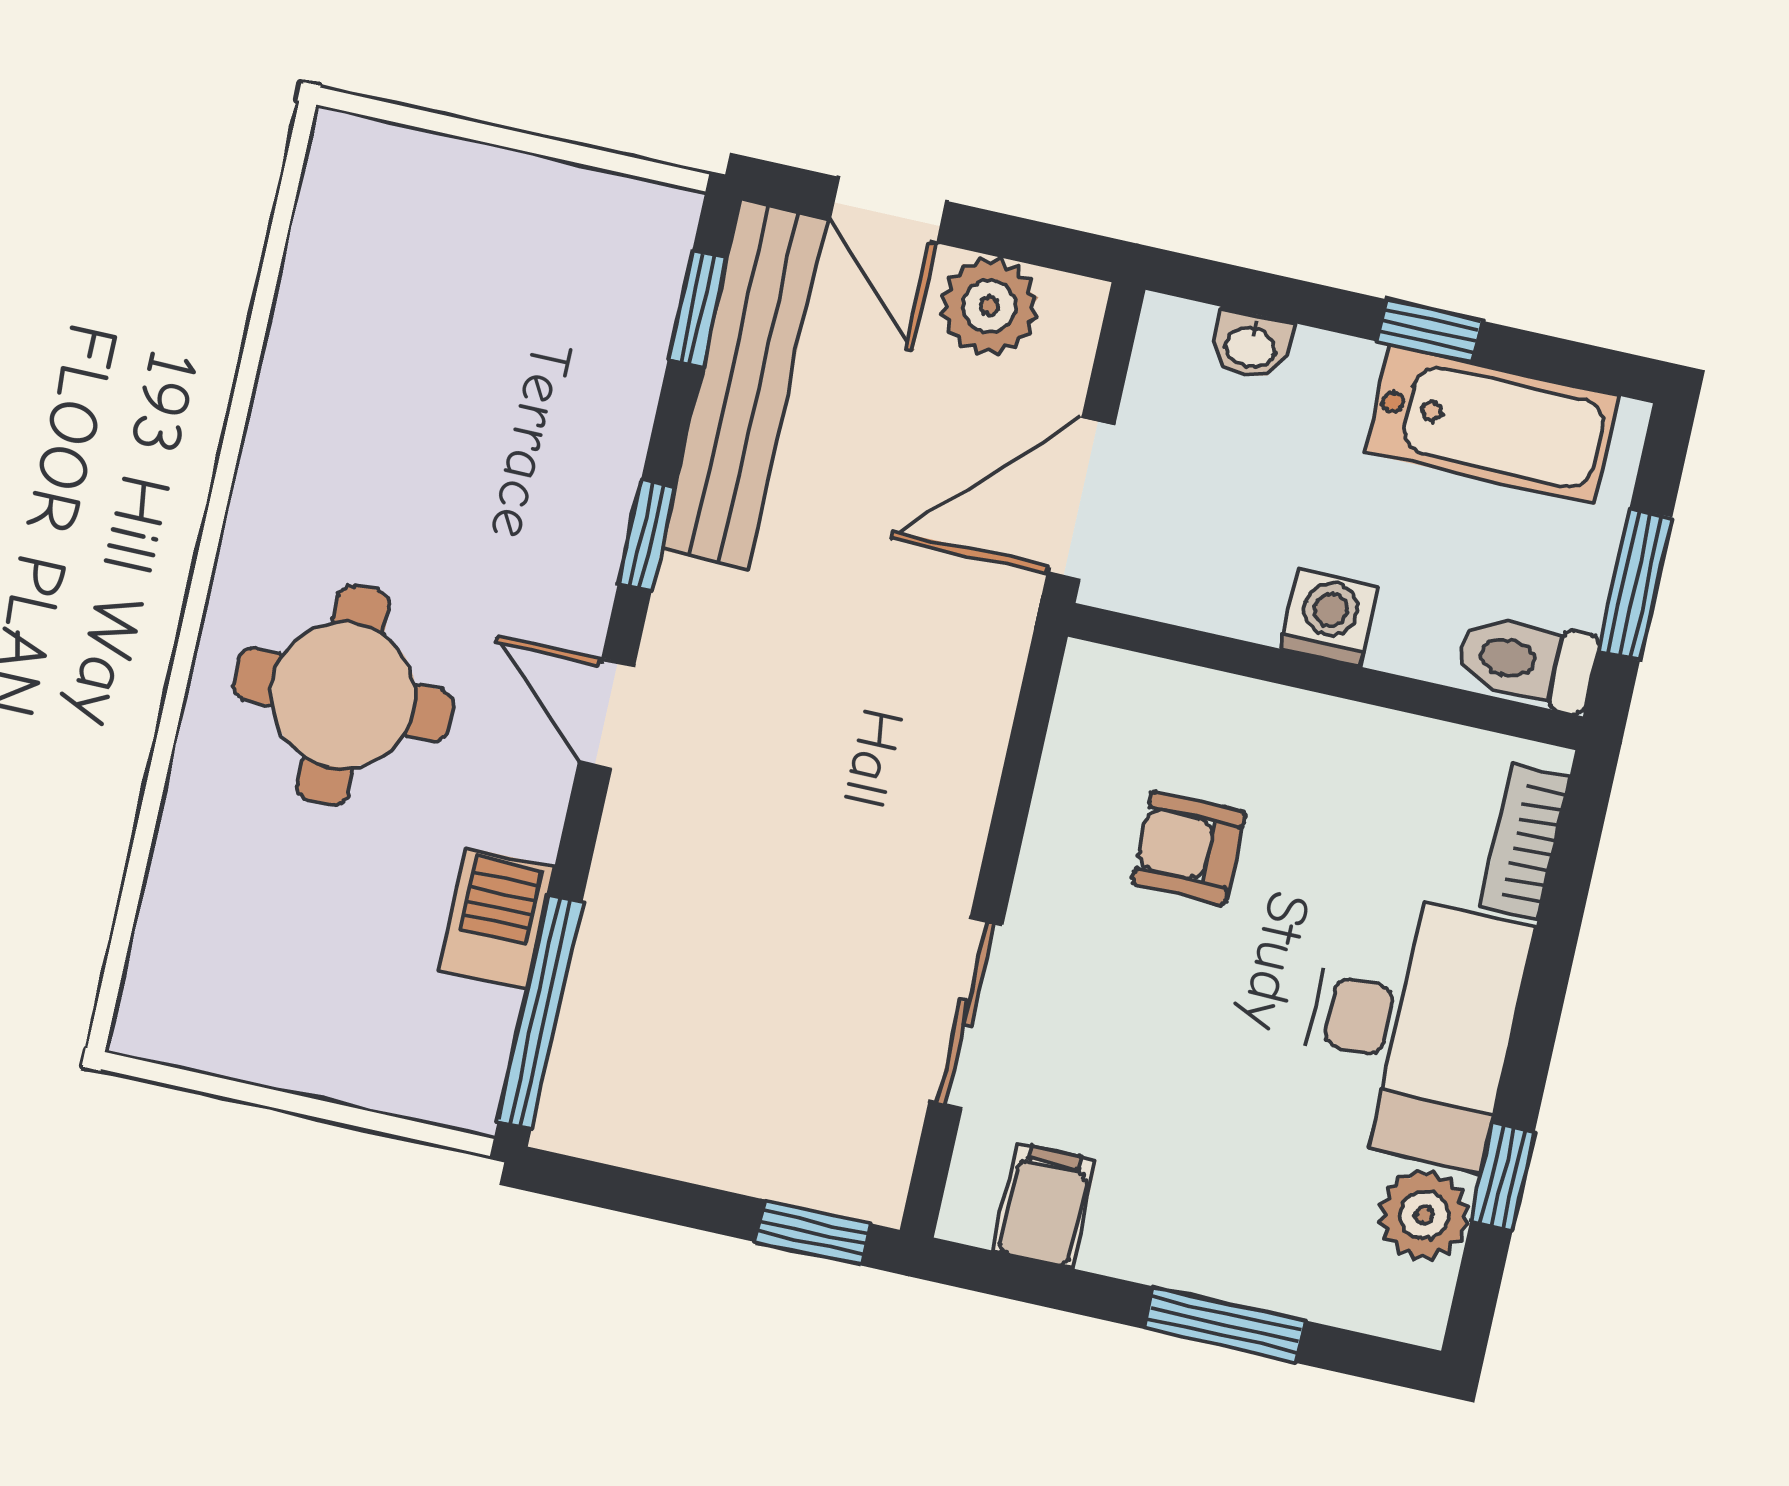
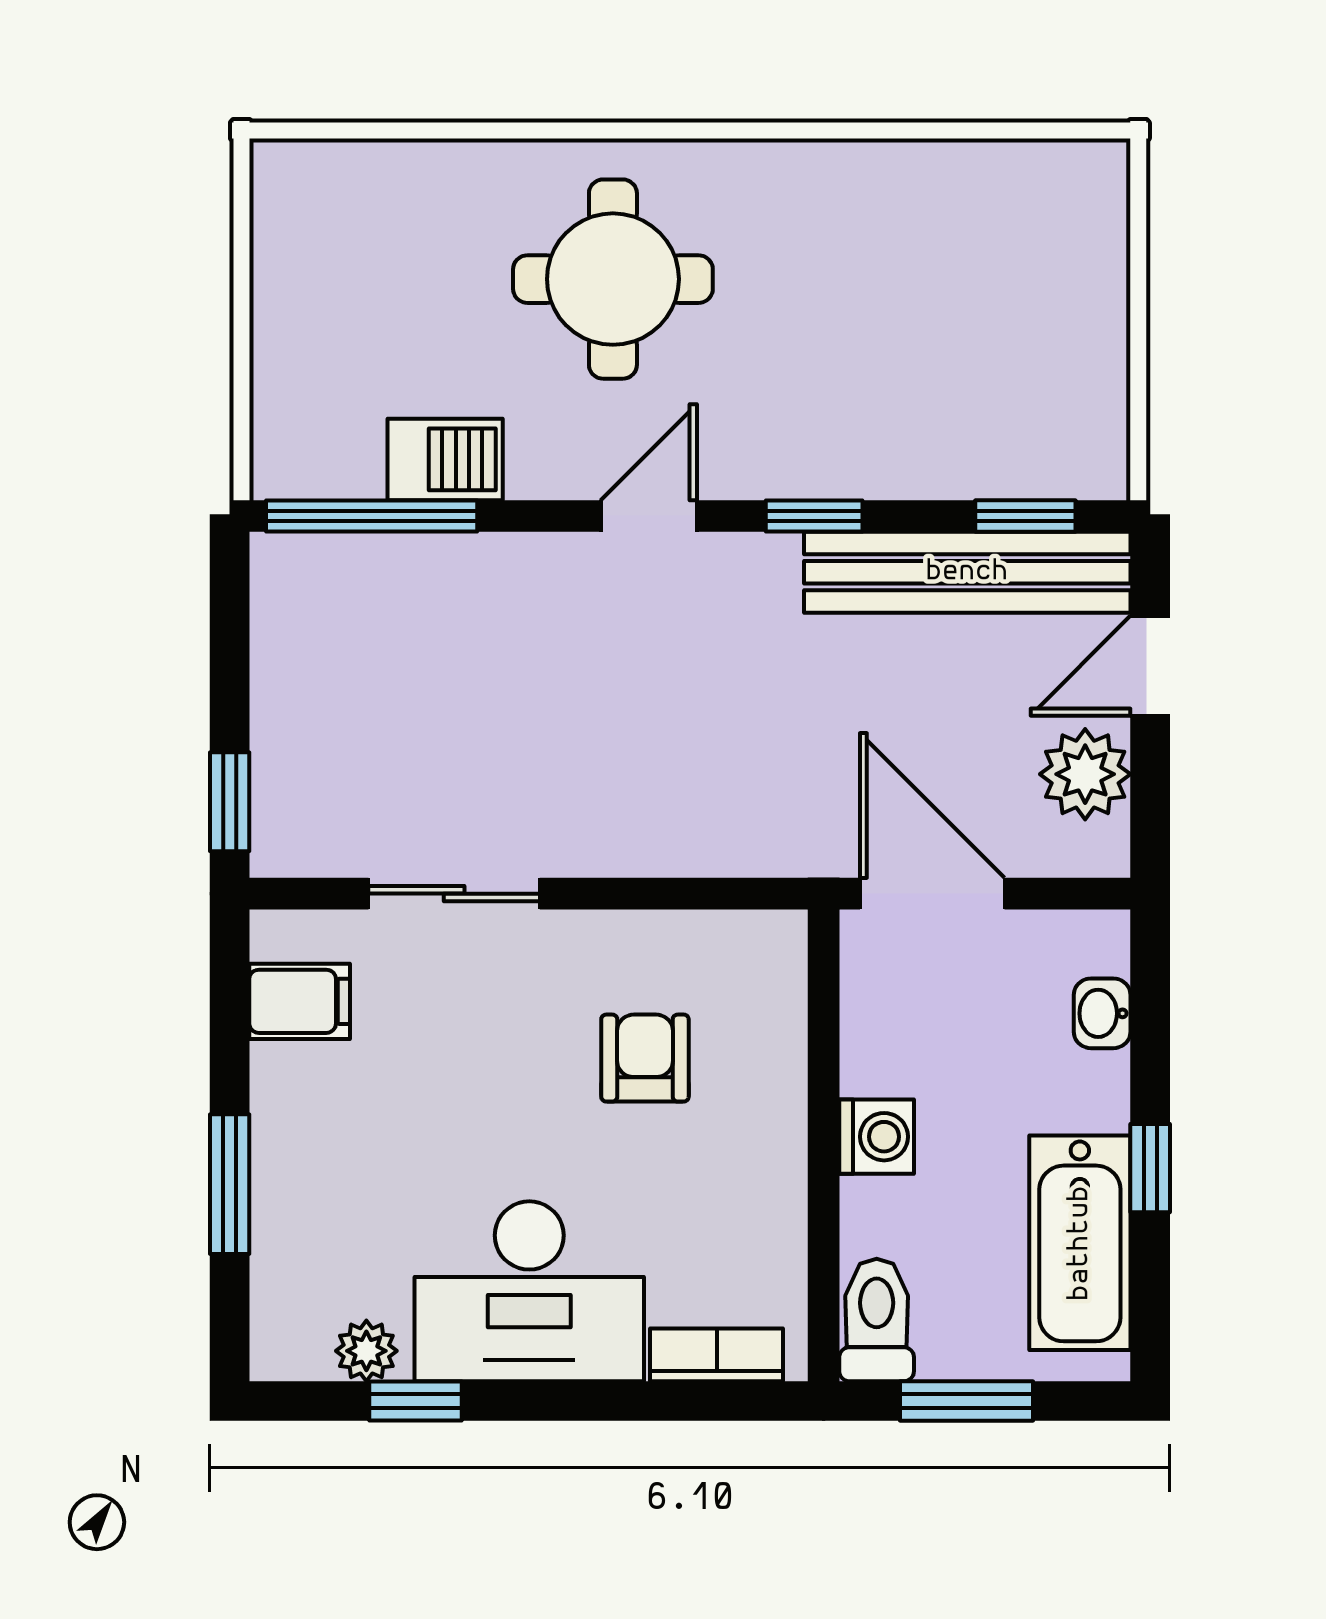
plant: (1424, 1215) -> (366, 1351), width x0.73, depth x0.73

